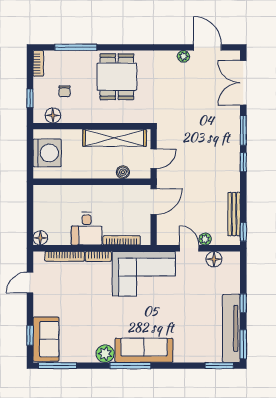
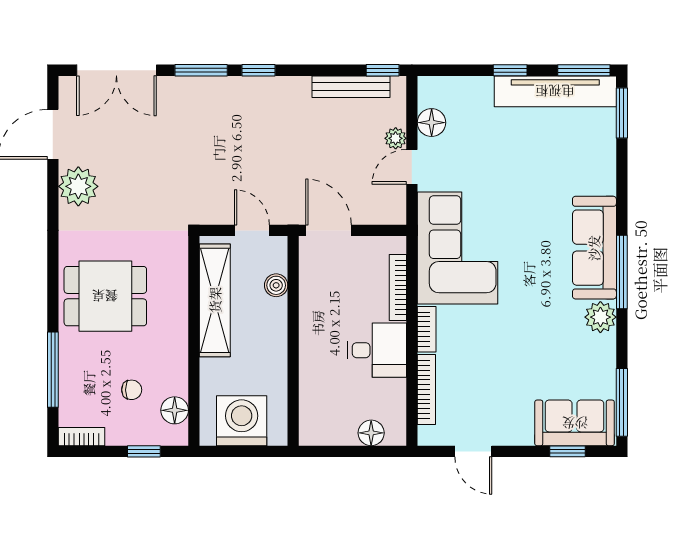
plant: (183, 56) -> (78, 186), width x1.88, depth x1.88
floor lamp: (40, 238) -> (371, 433), moved

